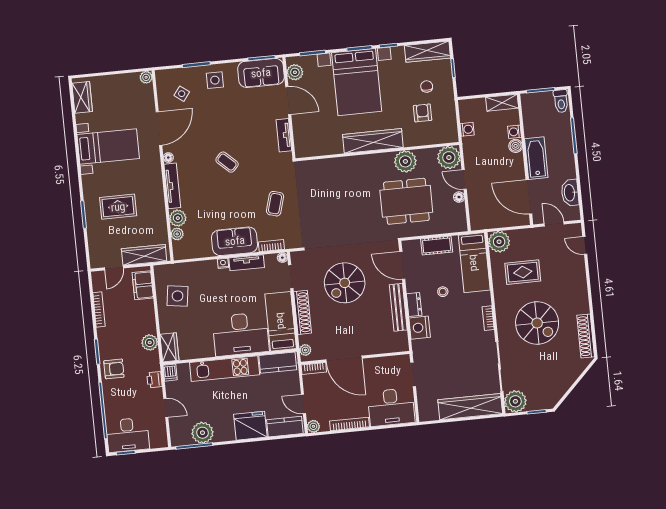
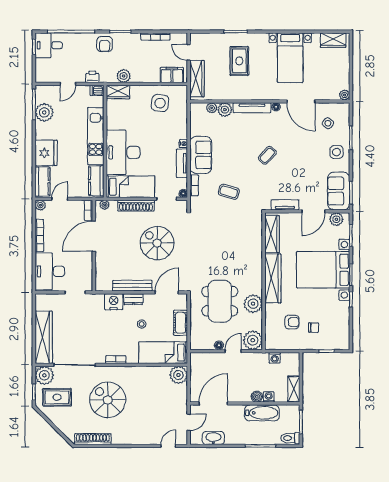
wardrobe: (427, 52) -> (272, 234), moved, turned 180
bathtub: (536, 158) -> (262, 413), moved
rug: (523, 272) -> (57, 397), moved, turned 90
spiral stairs: (537, 323) -> (108, 400), turned 90
desk: (128, 435) -> (49, 45), width x0.73

